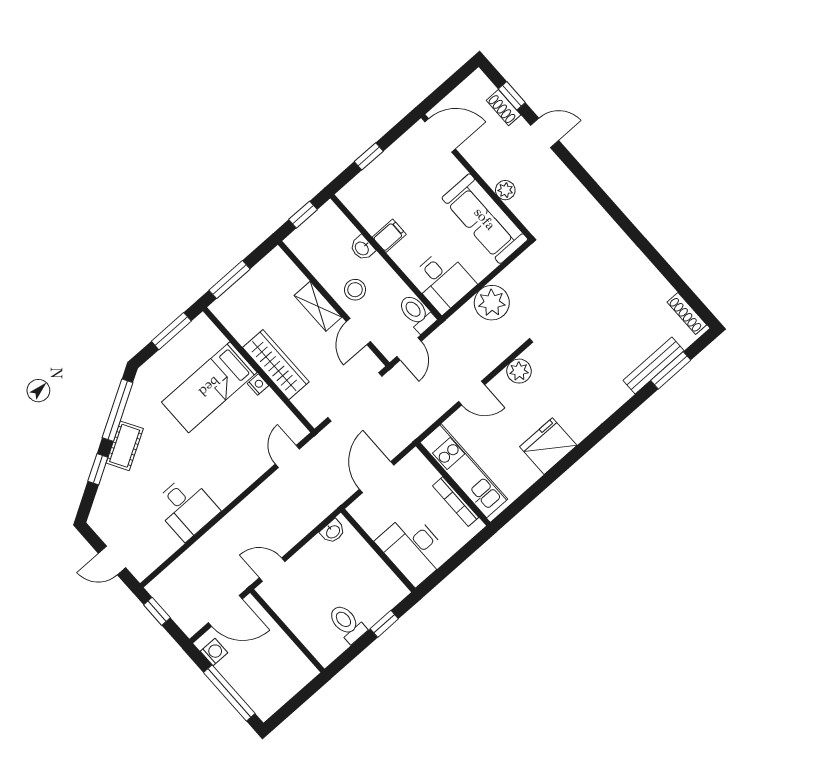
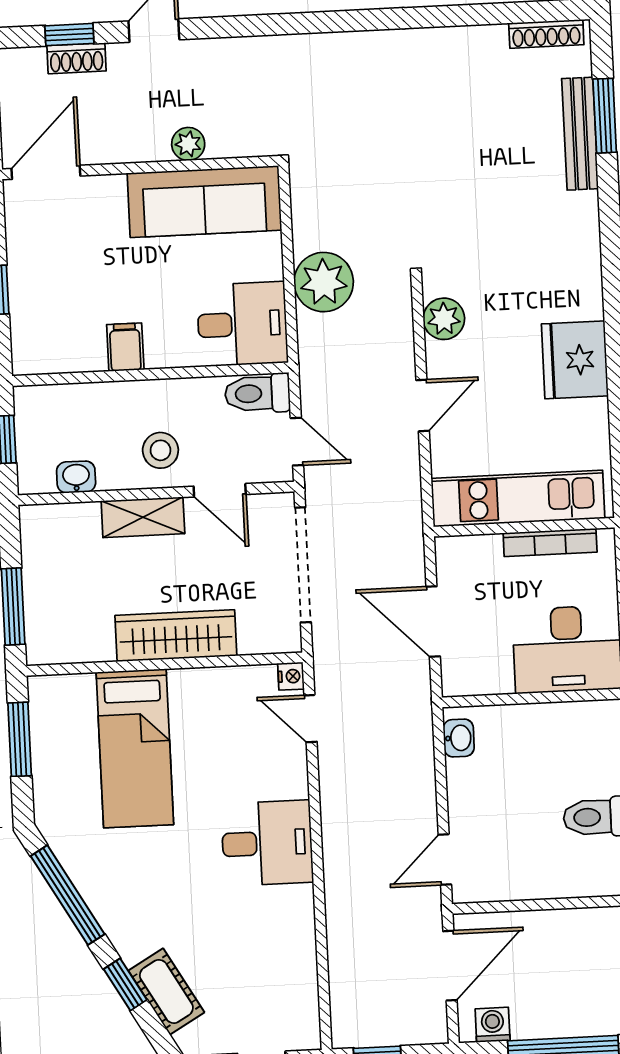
washbasin: (362, 248) -> (76, 477), moved, turned 180
nightstand: (258, 385) -> (291, 676), moved, turned 90
cot: (125, 446) -> (166, 991), moved
desk: (186, 508) -> (267, 843), moved

